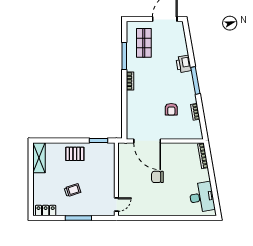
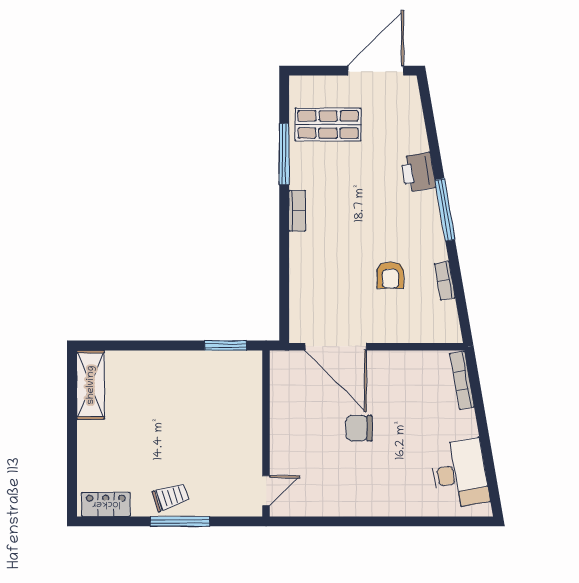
shop shelf: (144, 43) -> (328, 124), turned 90
pallet: (75, 154) -> (172, 376), removed
trolley: (73, 190) -> (171, 497), moved

